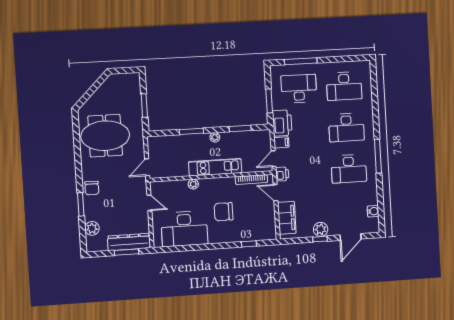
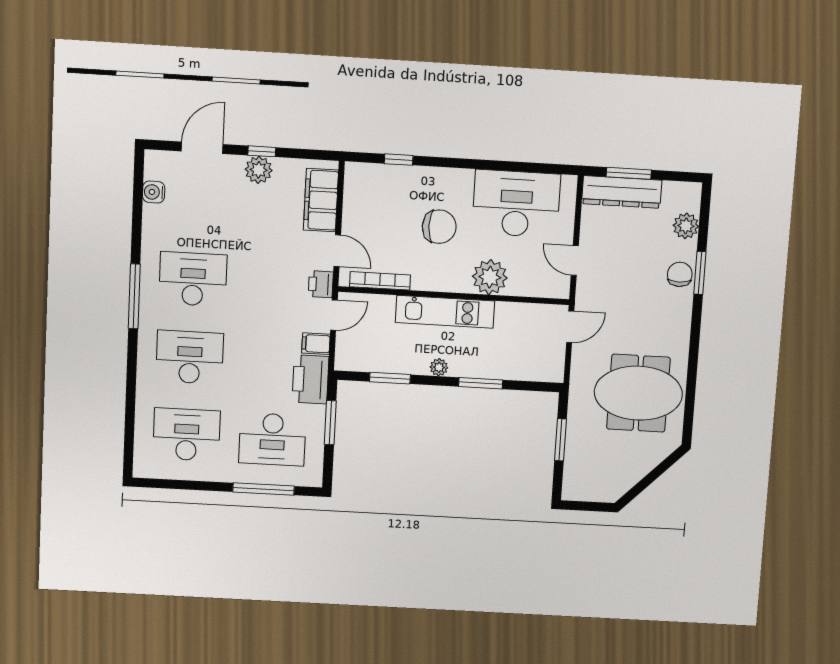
plant: (193, 184) -> (490, 277), width x1.88, depth x1.88
chair: (92, 188) -> (680, 274), moved

